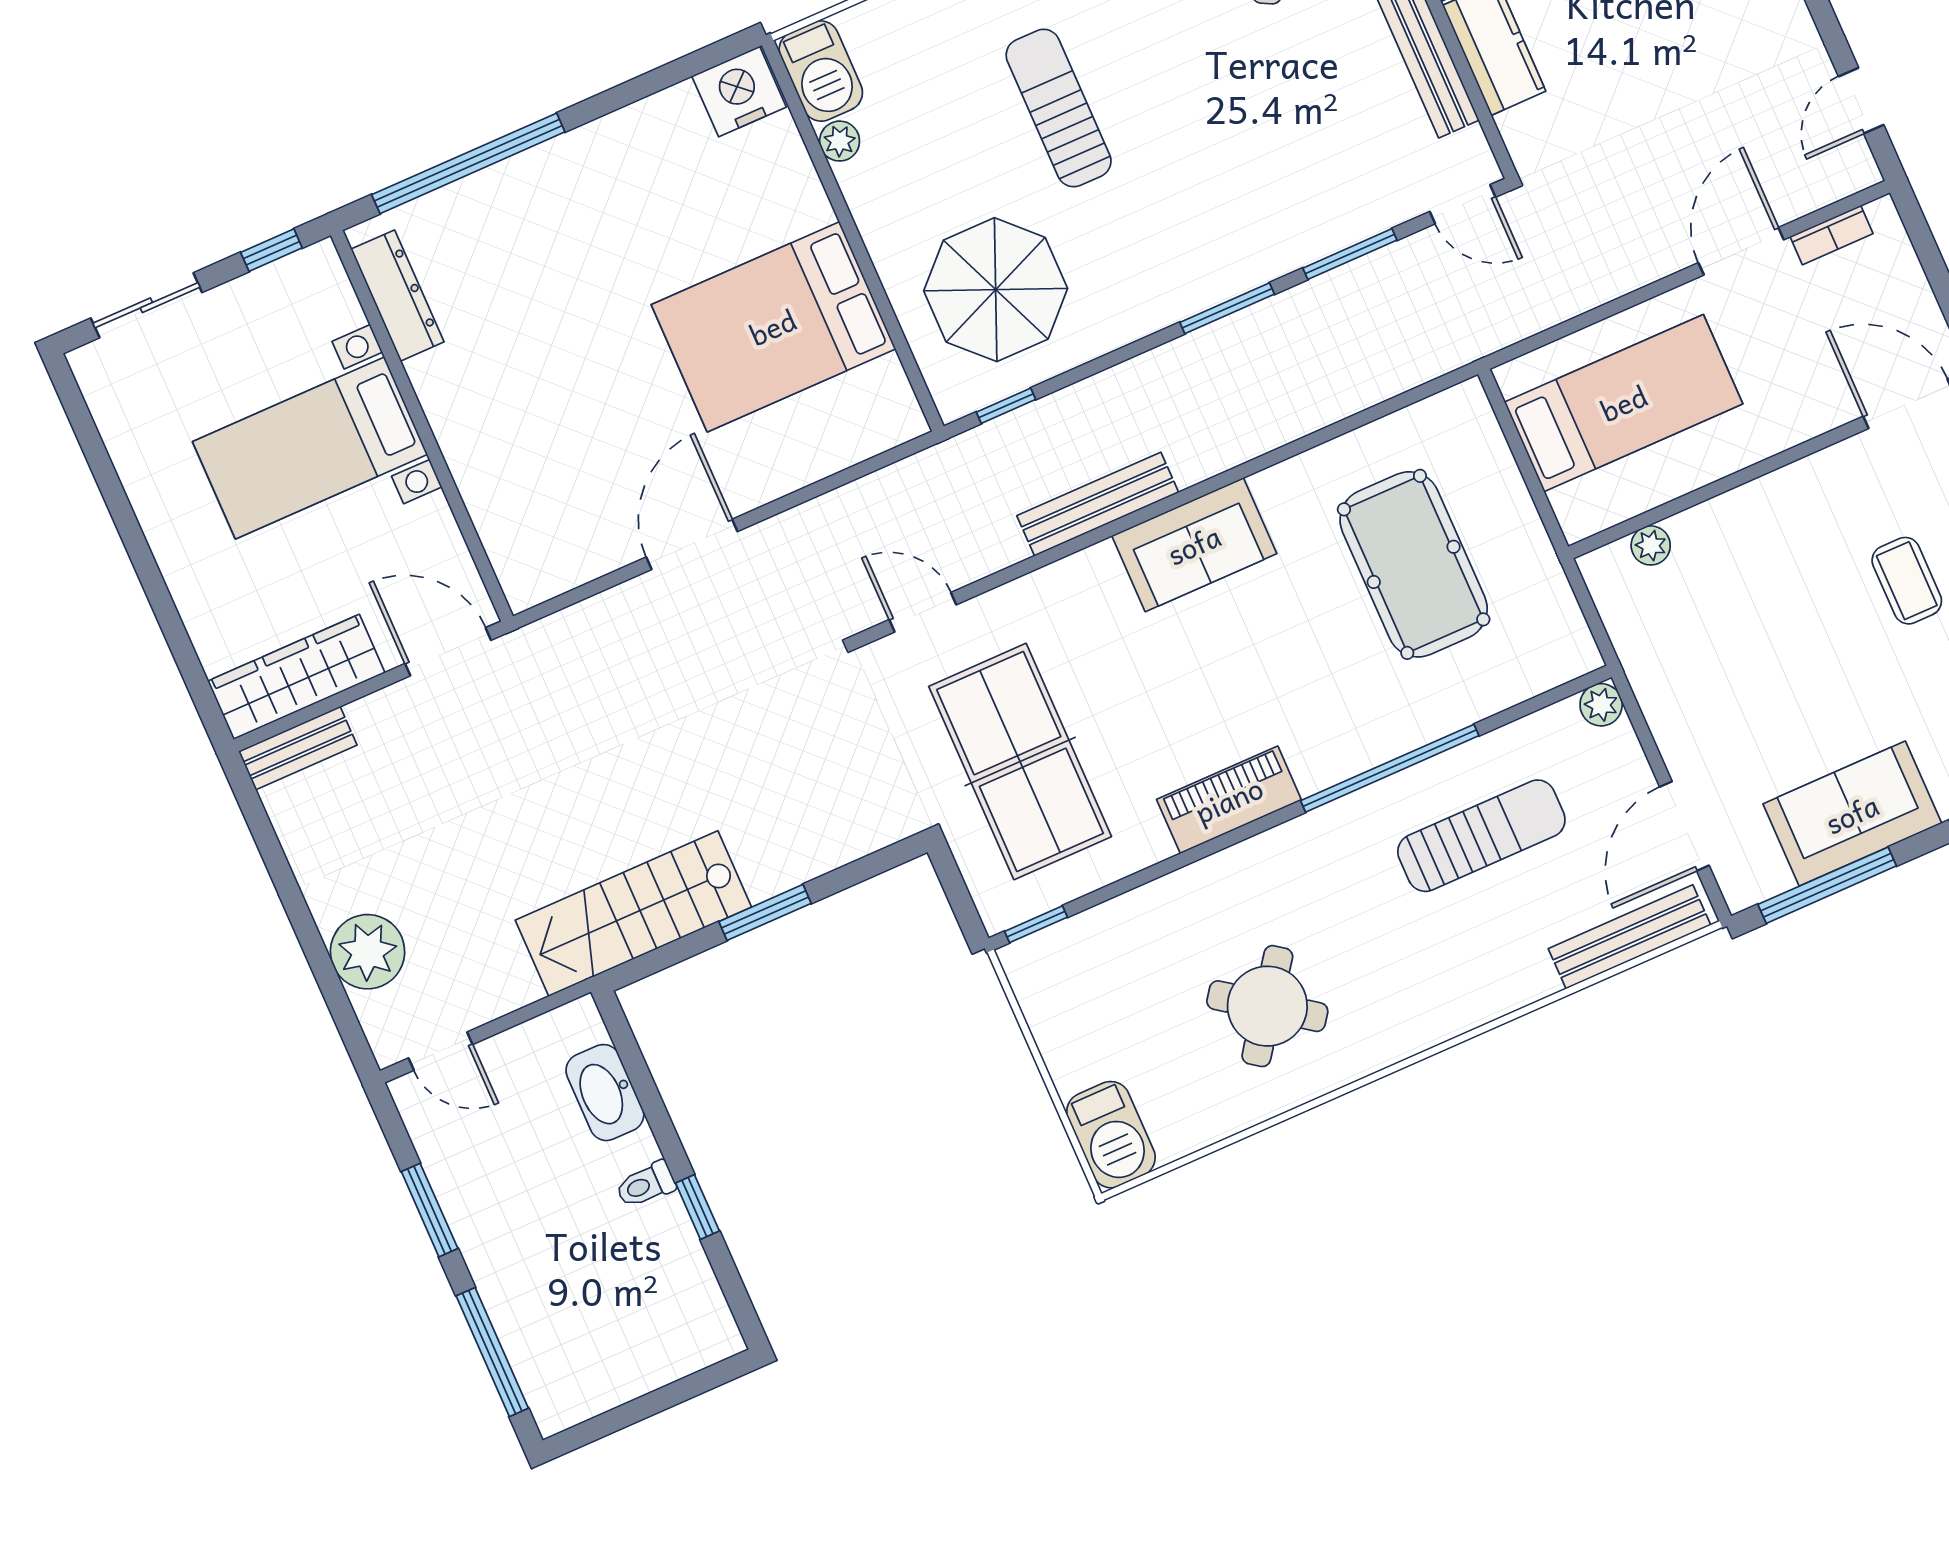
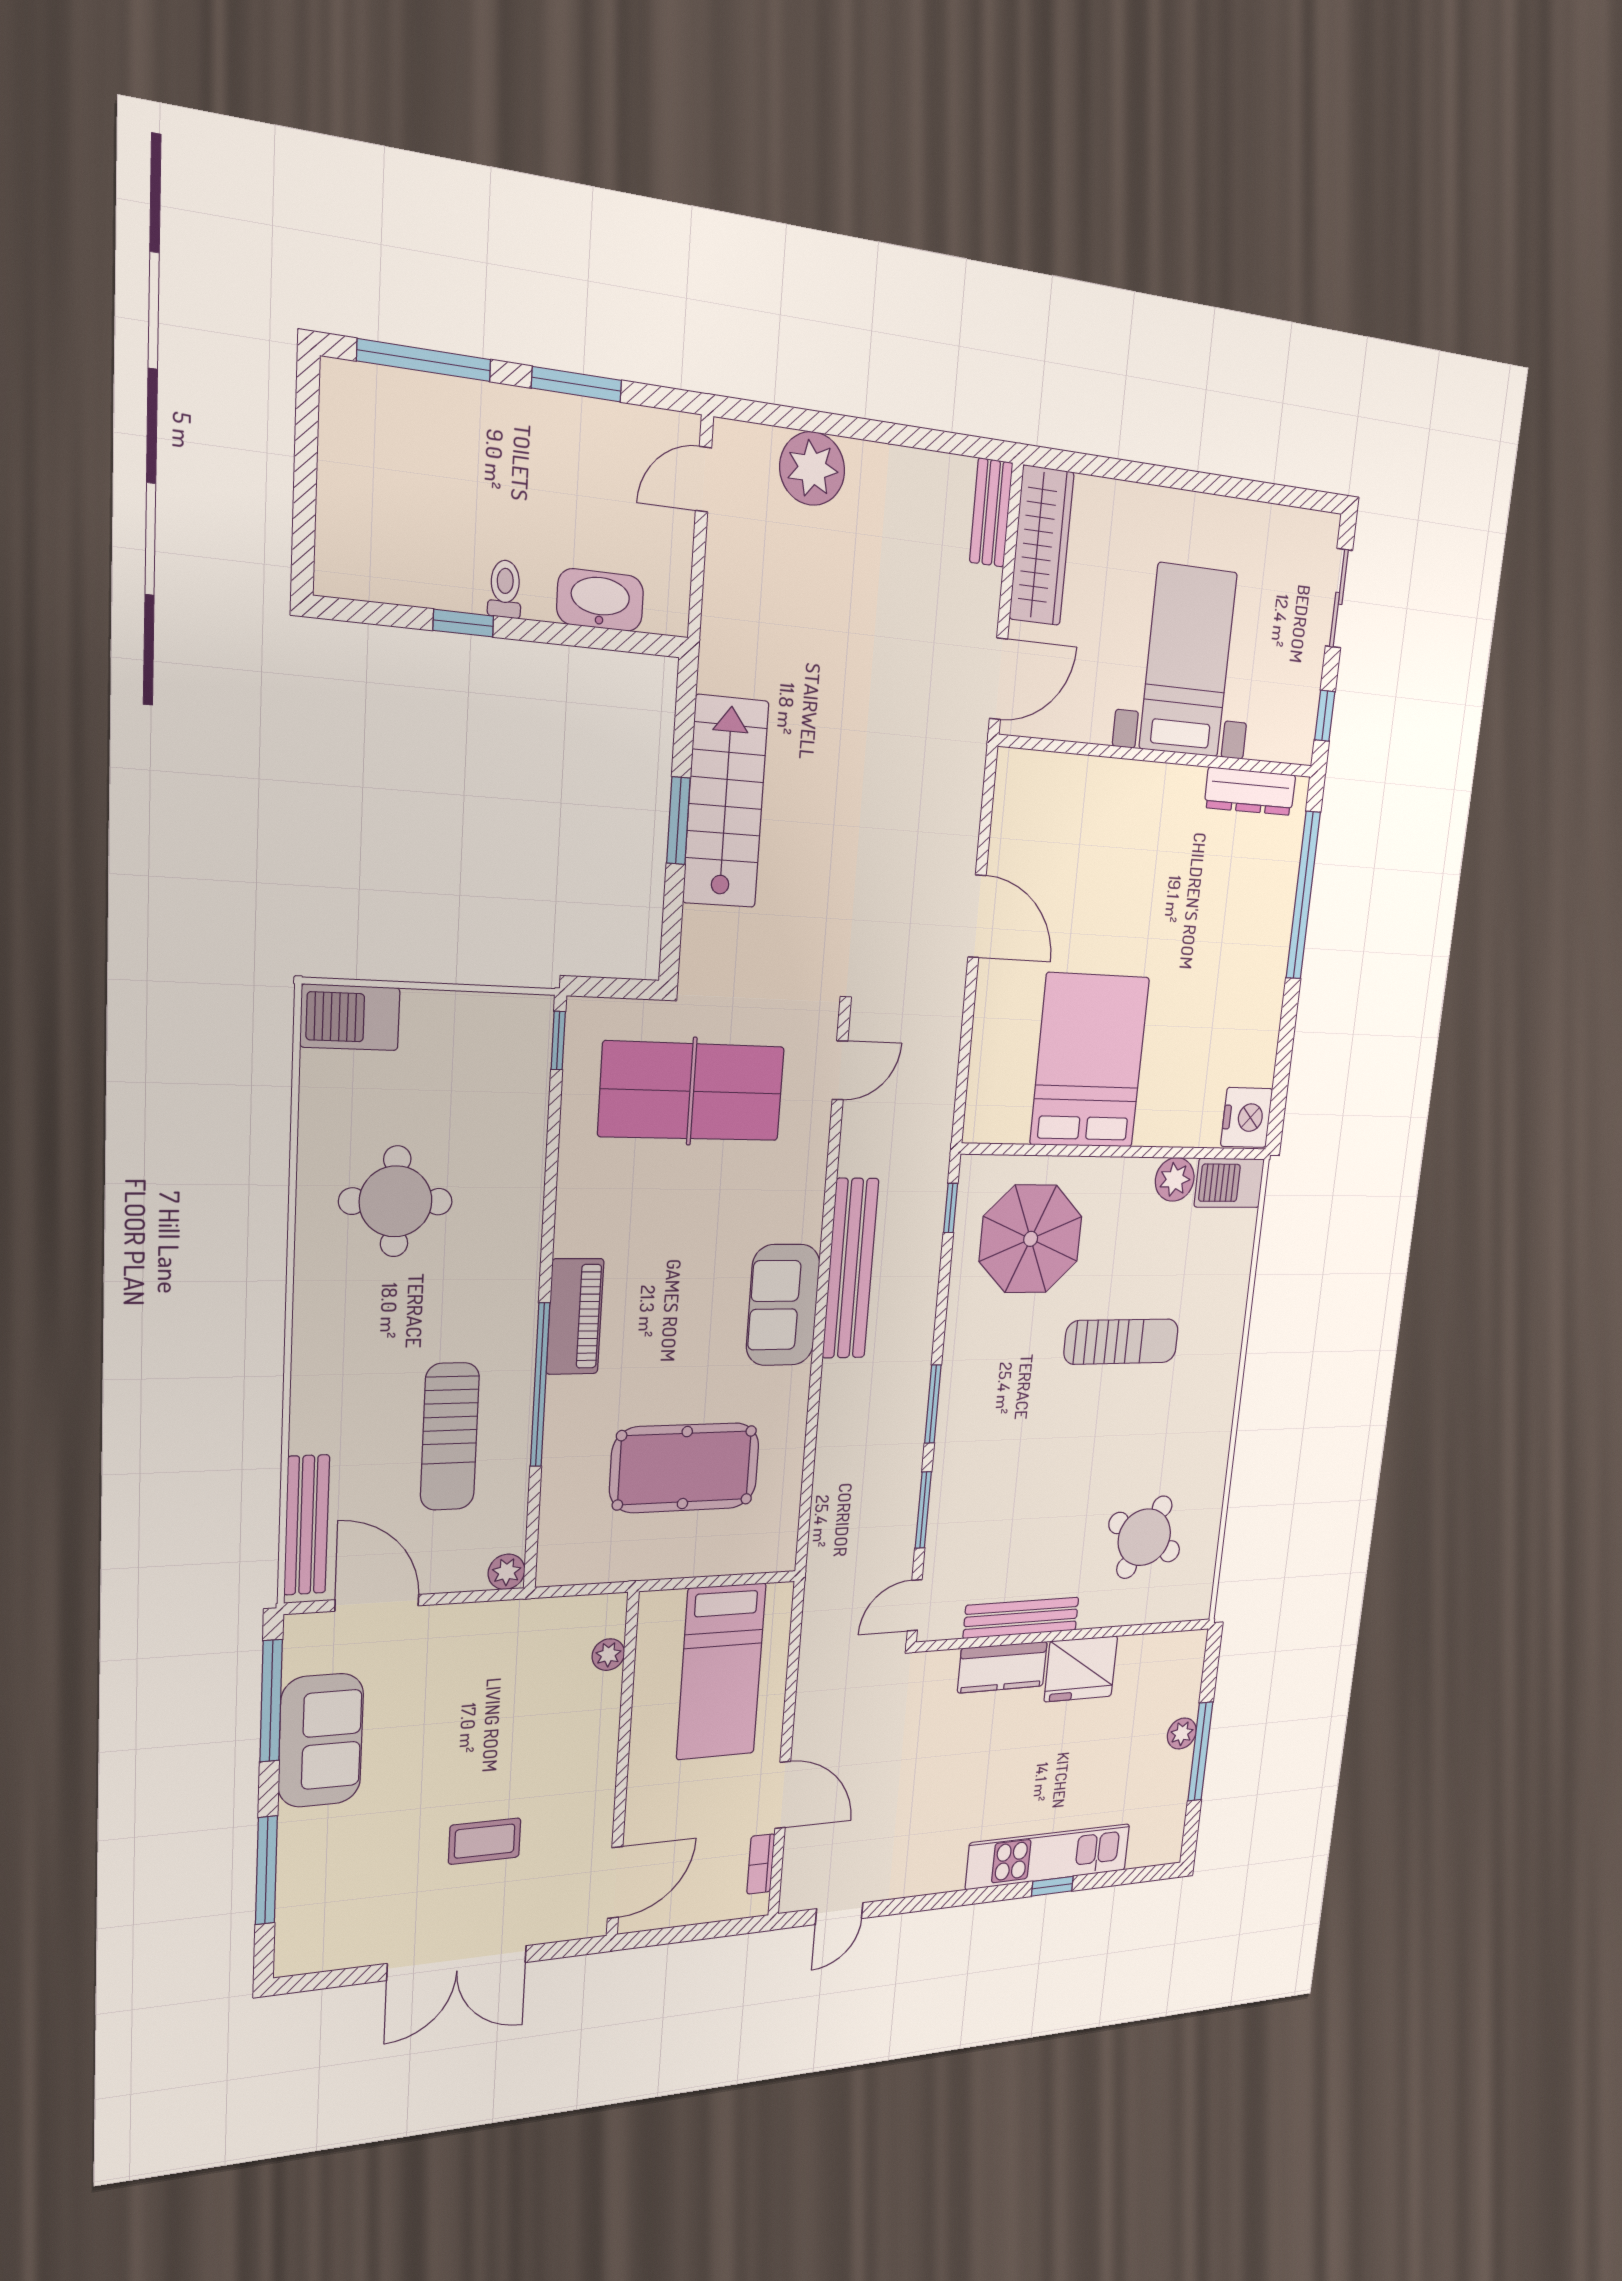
door: (1861, 101) -> (839, 1914), swing flipped
plant: (840, 141) -> (1175, 1179), width x1.38, depth x1.38
bench: (1098, 504) -> (850, 1269), width x1.37, depth x1.21
piano: (1229, 800) -> (575, 1317), moved
stairs: (633, 914) -> (726, 802), moved
round table: (1267, 1006) -> (396, 1201), turned -36

